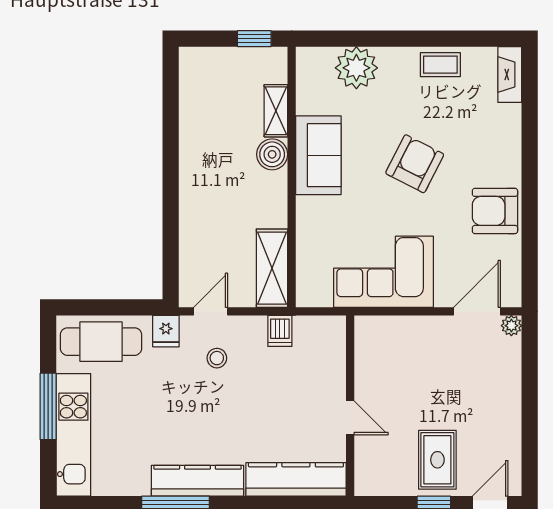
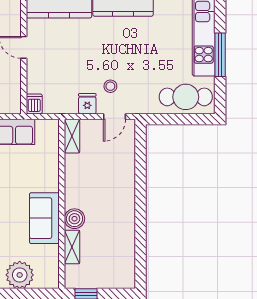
shelving: (272, 268) -> (72, 136), width x0.67, depth x0.75
fridge: (166, 331) -> (87, 104), moved
dishwasher: (280, 331) -> (34, 104), moved

